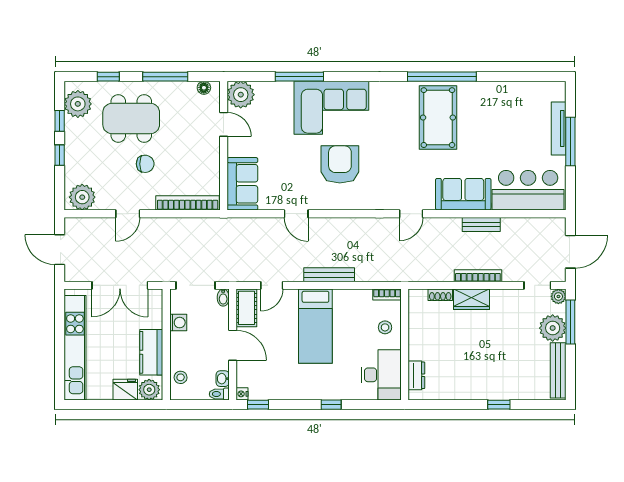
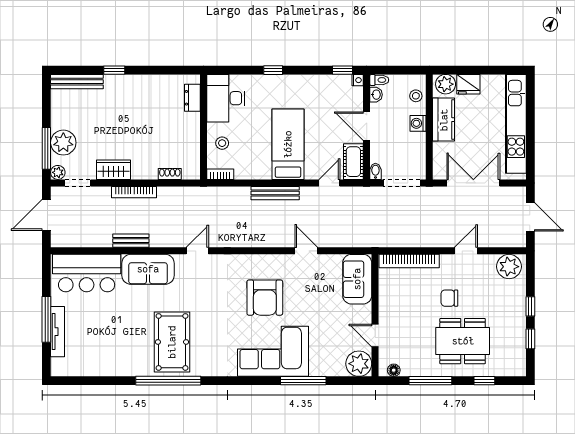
plant: (78, 104) -> (513, 355), removed
wardrobe: (472, 299) -> (113, 170), moved
washing machine: (178, 323) -> (418, 123), moved
bench: (558, 370) -> (77, 82), moved, turned 90

